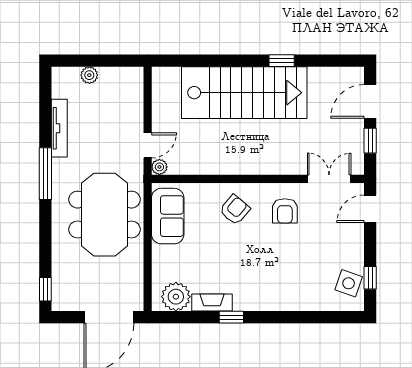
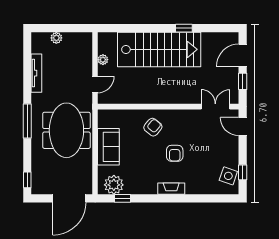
plant: (159, 167) -> (103, 60), moved
window: (45, 174) -> (27, 121), moved
door: (370, 209) -> (243, 127), hinge flipped
armchair: (285, 211) -> (175, 153), moved
sofa: (168, 216) -> (108, 147), moved
fireplace: (212, 302) -> (171, 189), moved
window: (231, 317) -> (123, 198), moved

